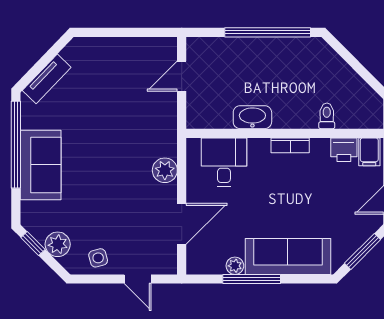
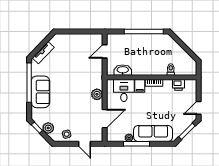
washbasin: (252, 117) -> (123, 70), moved
filing cabinet: (369, 152) -> (140, 86), moved

